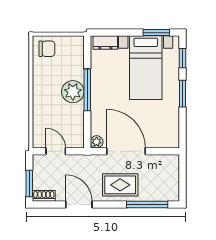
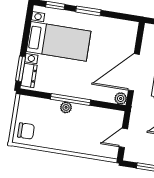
window: (156, 33) -> (21, 69), moved
chair: (47, 49) -> (26, 131), turned 90
plant: (73, 92) -> (66, 107), width x0.53, depth x0.53

